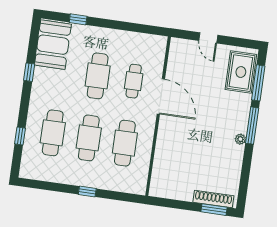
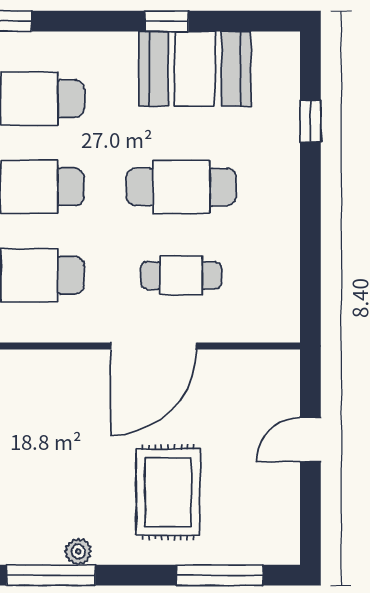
booth: (53, 45) -> (195, 69), moved
rug: (241, 72) -> (168, 492), moved, turned 90
window: (252, 126) -> (51, 575), moved

